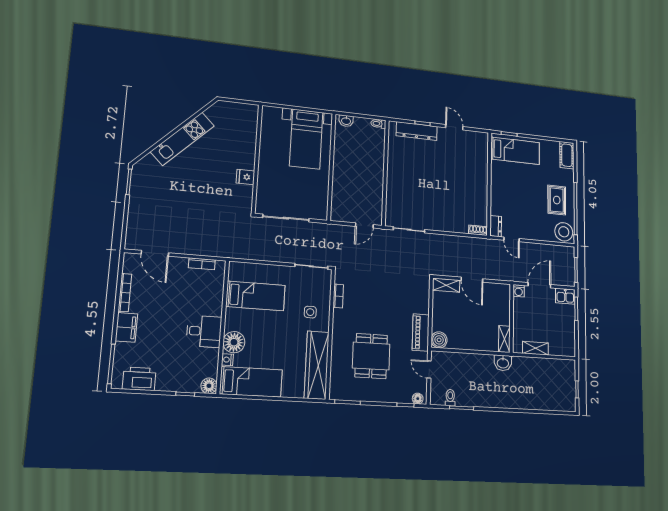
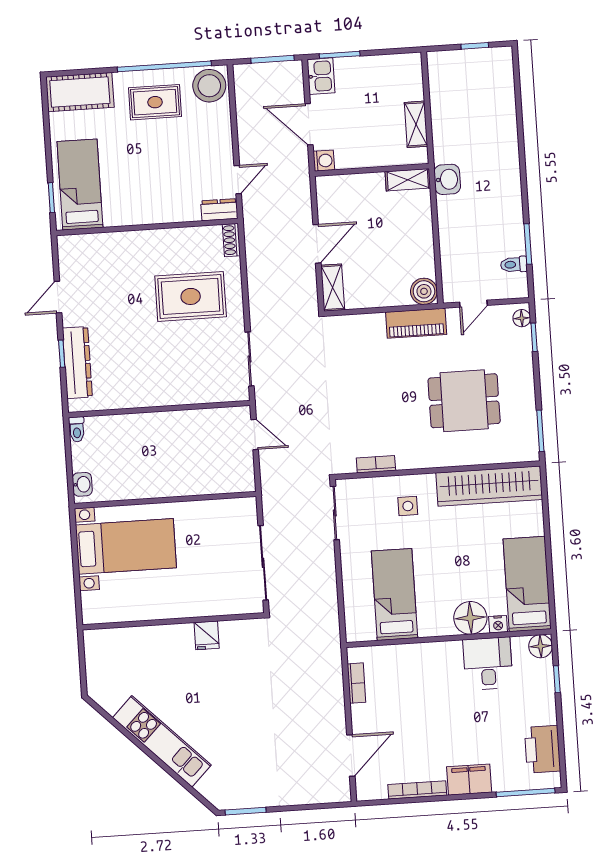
cot: (567, 155) -> (80, 92), width x1.37, depth x1.34
rug: (448, 202) -> (191, 296), added
desk: (204, 331) -> (488, 663), moved

